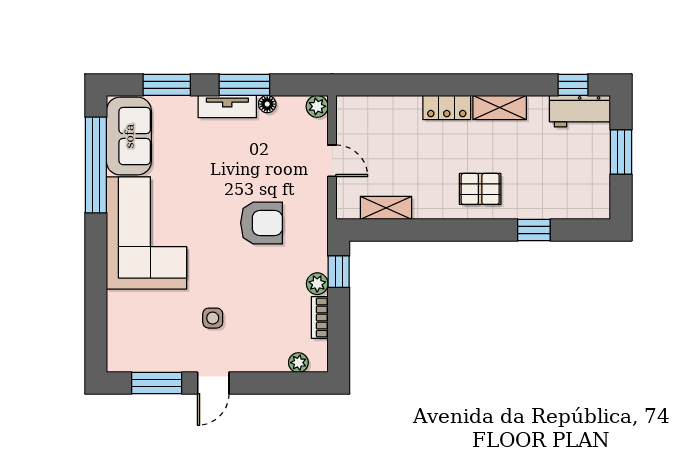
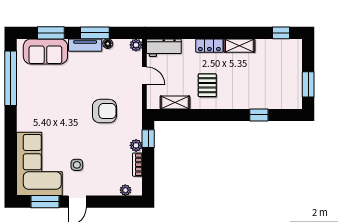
workbench: (580, 111) -> (164, 48), moved
sofa: (129, 136) -> (45, 51), moved, turned 90
window: (621, 152) -> (308, 84), moved
pallet: (480, 189) -> (207, 85), moved, turned 90
corner sofa: (146, 233) -> (39, 164), moved

